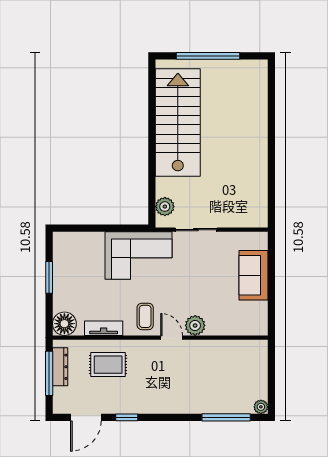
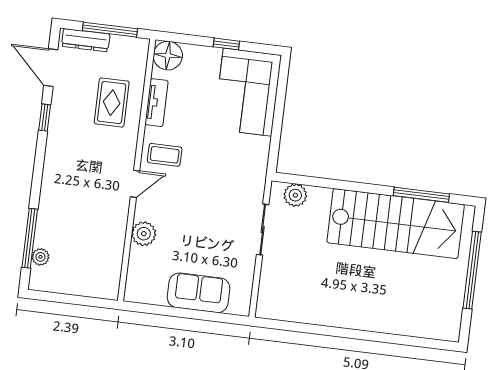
window: (152, 105) -> (421, 195), added
corner sofa: (138, 256) -> (247, 92), moved
window: (49, 277) -> (226, 44), width x0.67
plant: (195, 325) -> (144, 234), moved
dresser: (60, 367) -> (86, 40), moved
plant: (261, 407) -> (40, 257), moved

